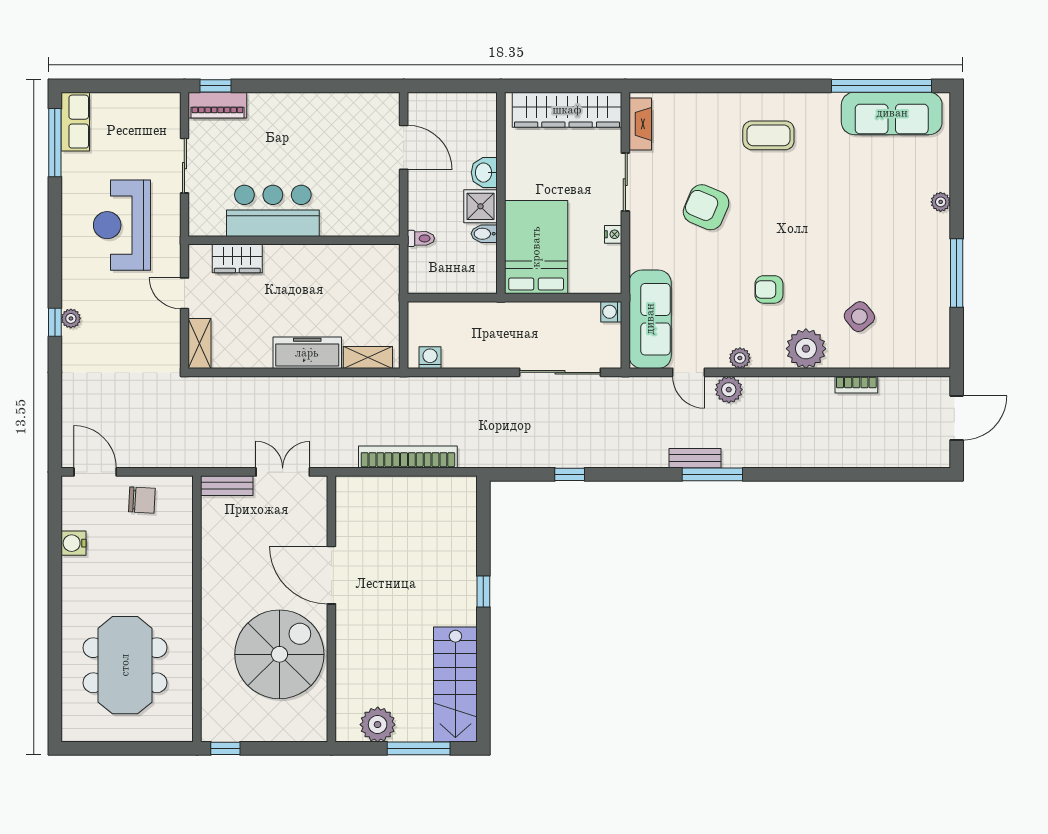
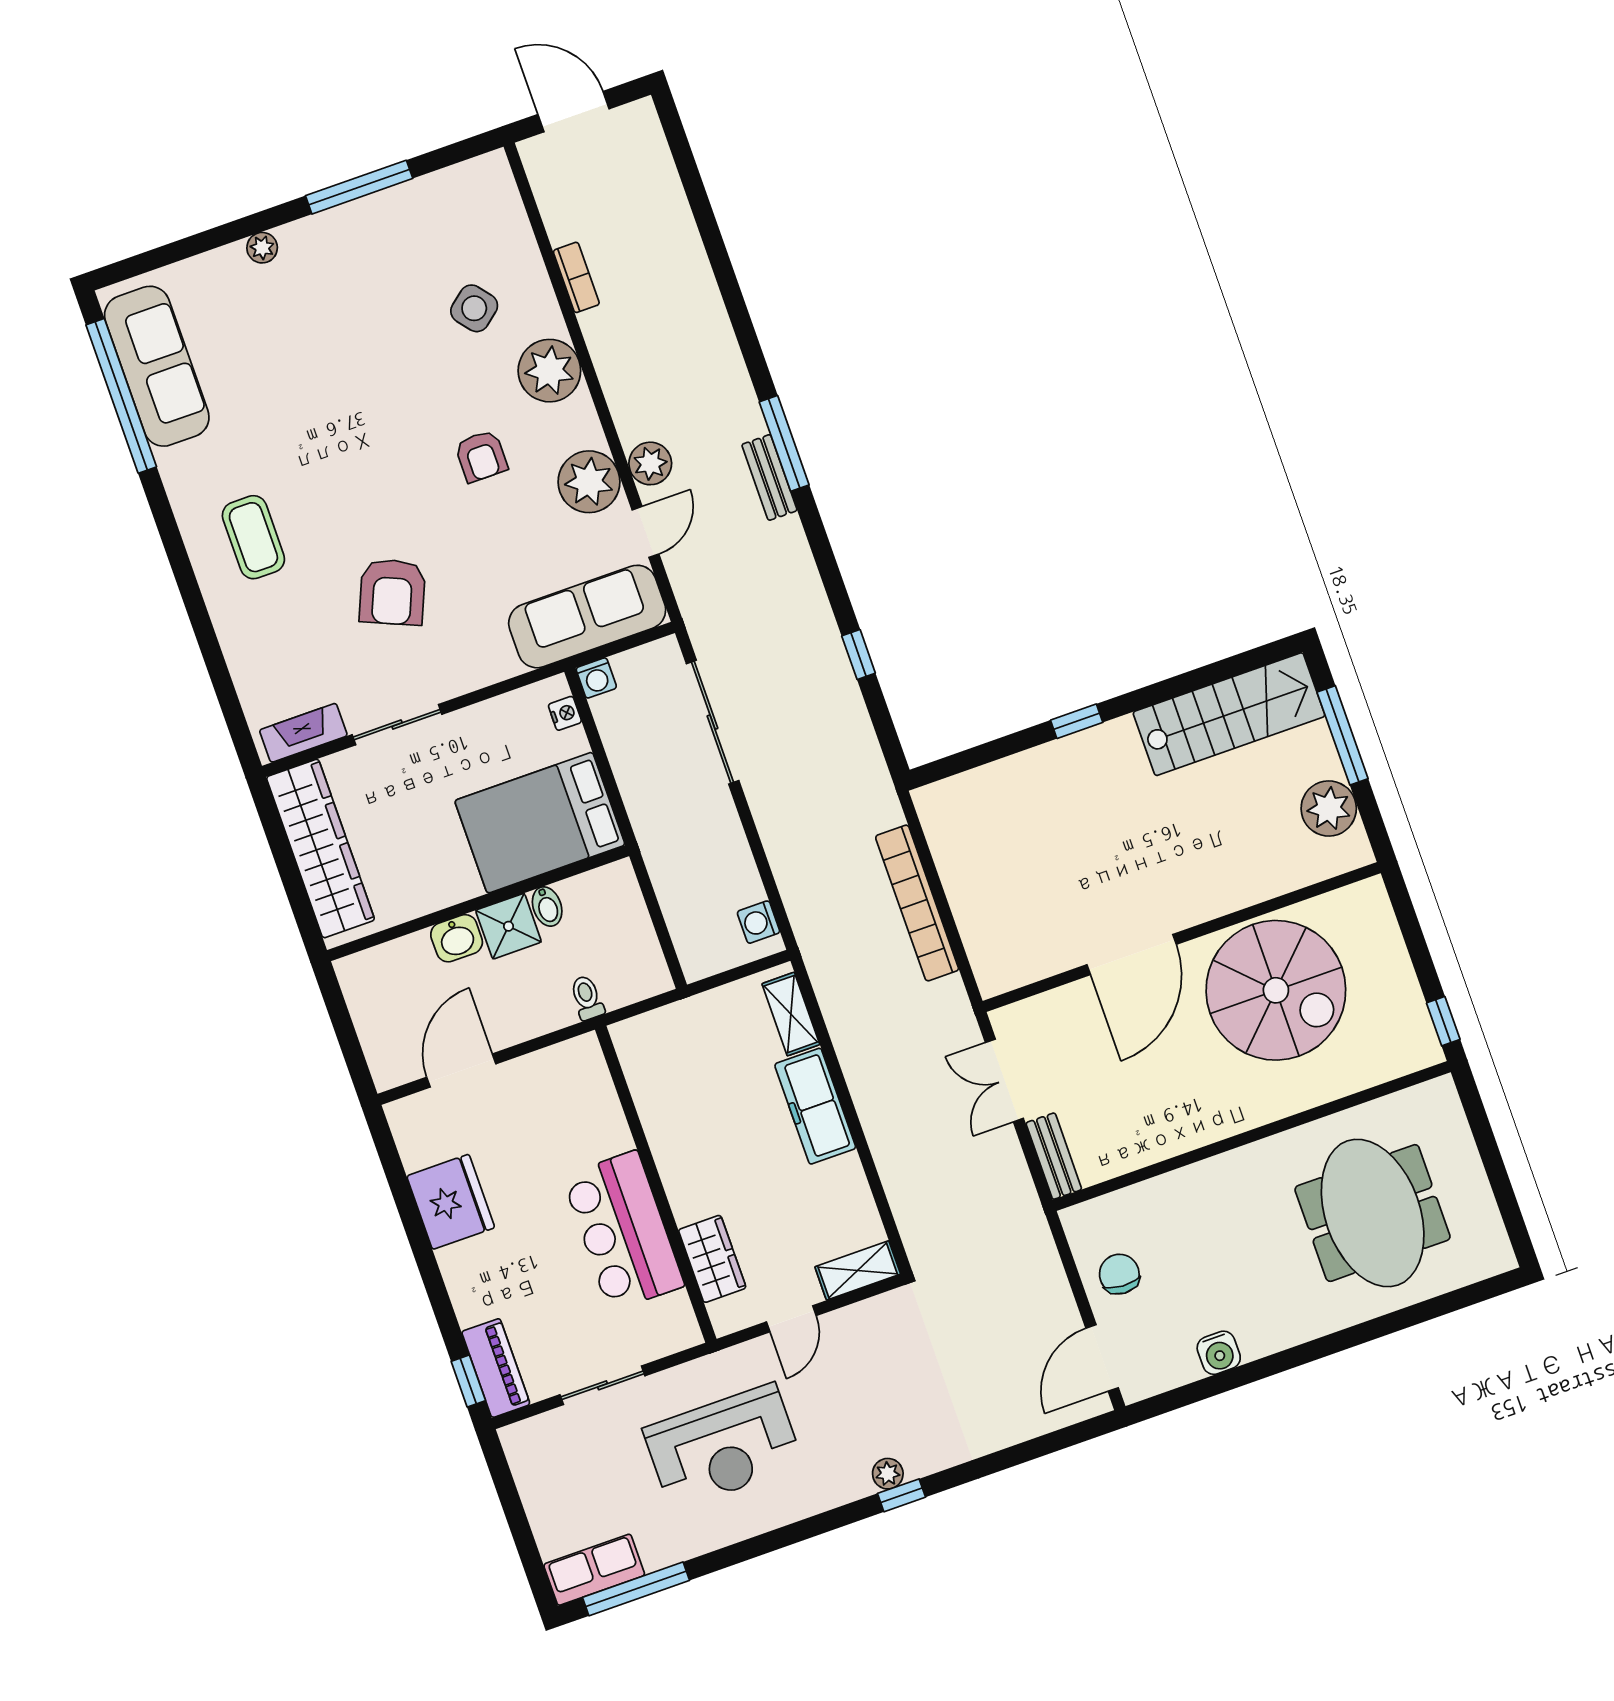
fridge: (327, 113) -> (451, 1202), added
nightstand: (613, 234) -> (565, 713), moved, turned 90
plant: (740, 358) -> (589, 482), width x1.88, depth x1.88
spiral stairs: (279, 654) -> (1276, 990), turned 180
meeting table: (125, 665) -> (1373, 1213), turned 90

